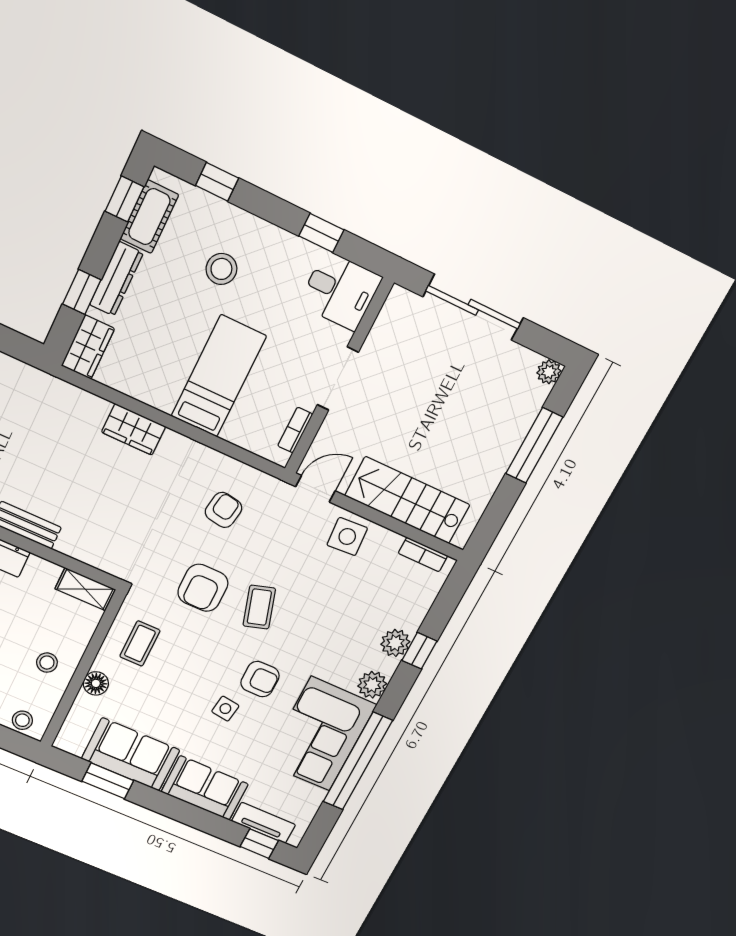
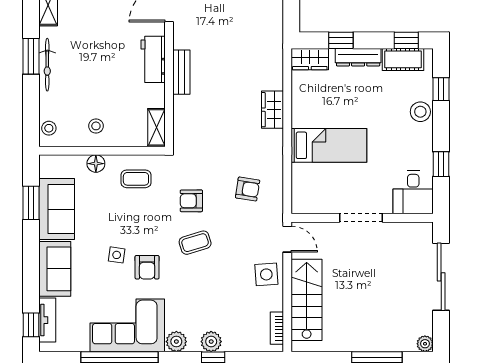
stool: (221, 269) -> (420, 112), moved
bookcase: (295, 430) -> (318, 208), removed
armchair: (203, 588) -> (191, 201), width x0.72, depth x0.72

